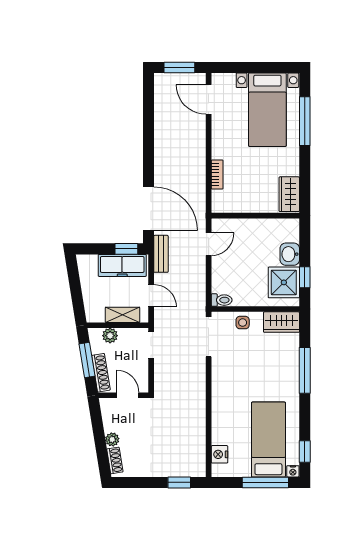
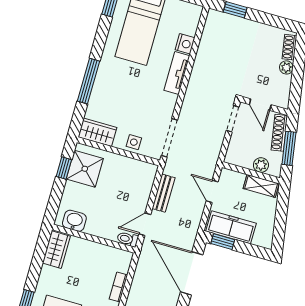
bench: (161, 254) -> (164, 193), moved
washbasin: (290, 254) -> (74, 221), moved, turned -90
toilet: (222, 300) -> (128, 239), moved
shelving: (123, 315) -> (261, 186), moved
doorway: (151, 345) -> (233, 119), moved
tv unit: (219, 403) -> (177, 73), added
nightstand: (219, 454) -> (185, 44), moved

